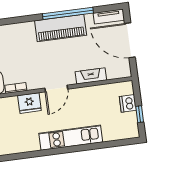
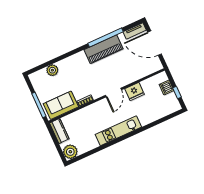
fireplace: (91, 76) -> (135, 76), removed
fridge: (29, 103) -> (134, 92), moved
kitchen unit: (71, 138) -> (118, 131), moved

